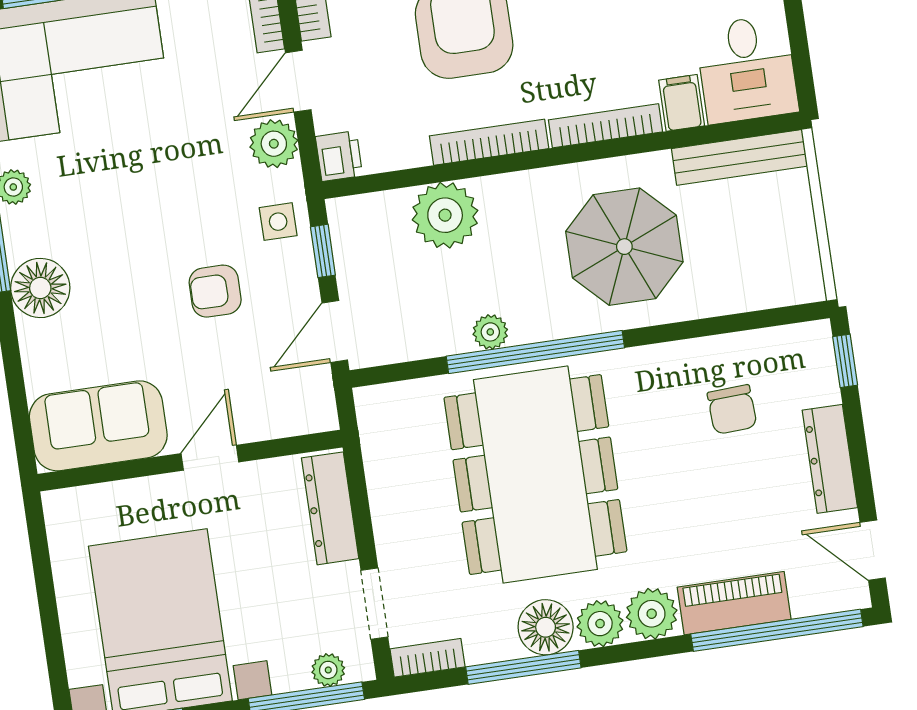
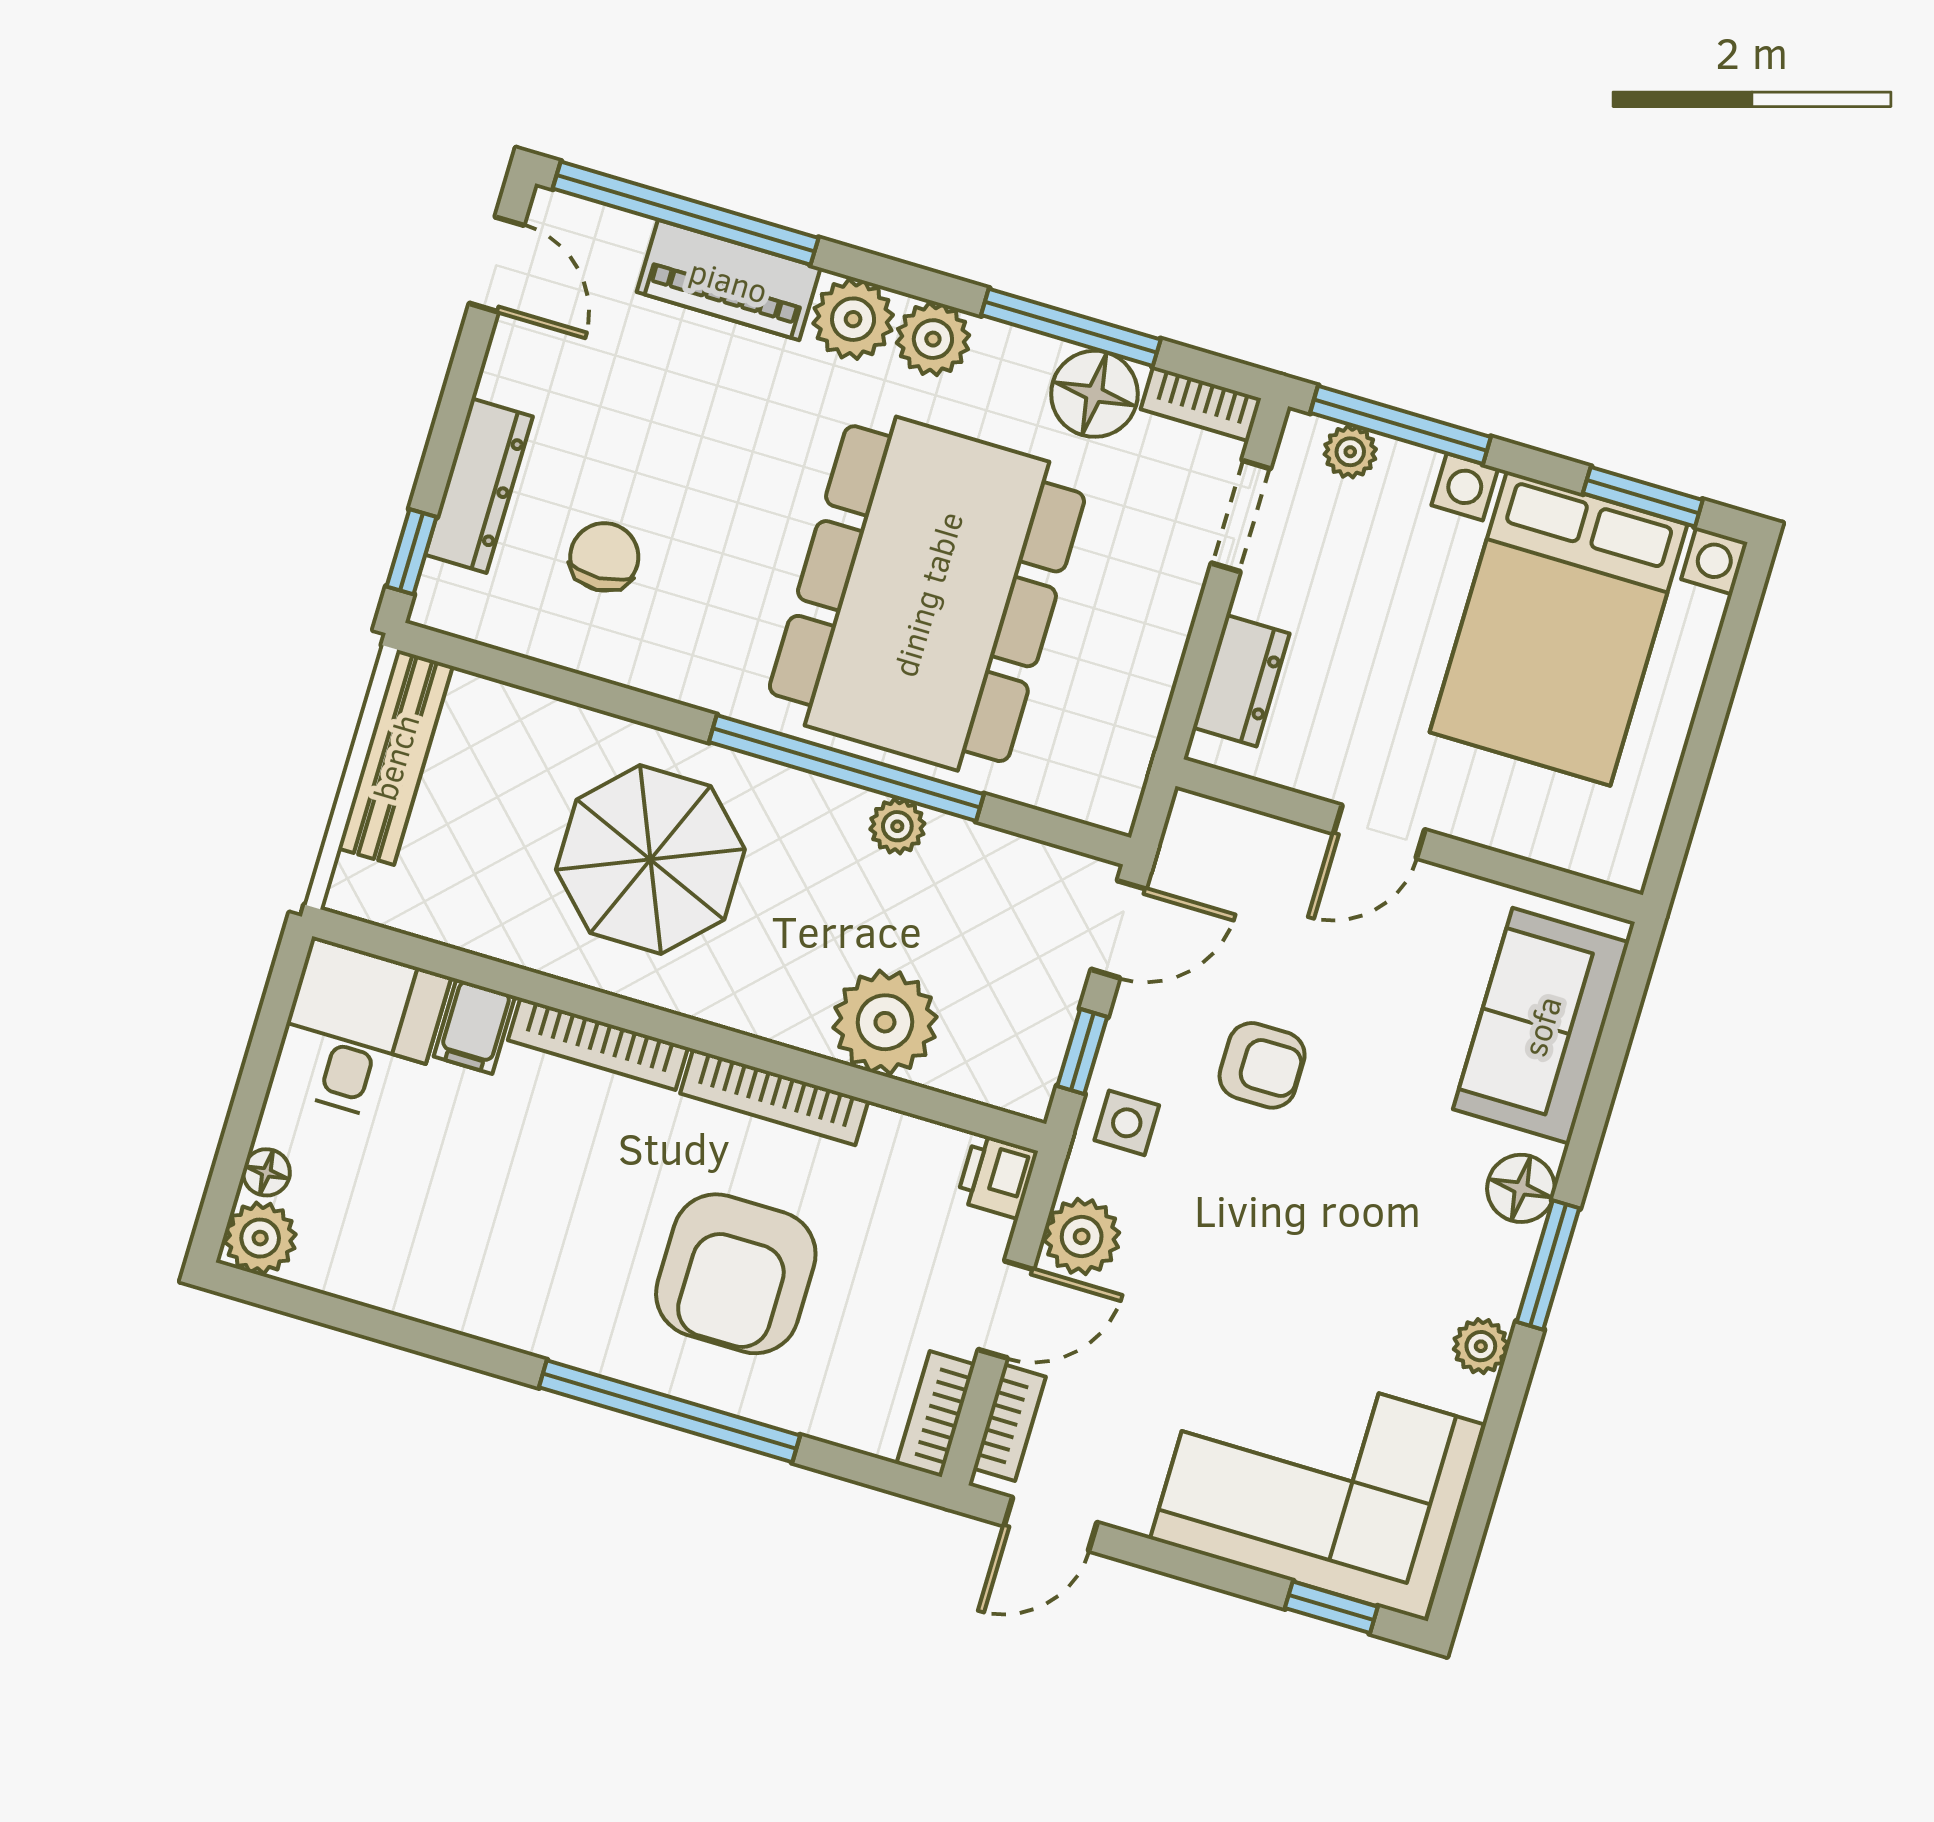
bench: (740, 157) -> (395, 757), moved, turned 90
floor lamp: (40, 288) -> (1521, 1188), width x0.73, depth x0.73
sofa: (98, 426) -> (1541, 1026), moved, turned 90
dresser: (830, 459) -> (479, 486), moved
dresser: (330, 508) -> (1241, 681), width x0.70
floor lamp: (546, 627) -> (1094, 394), moved

